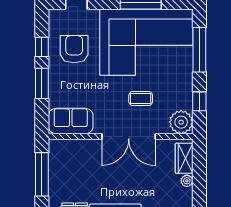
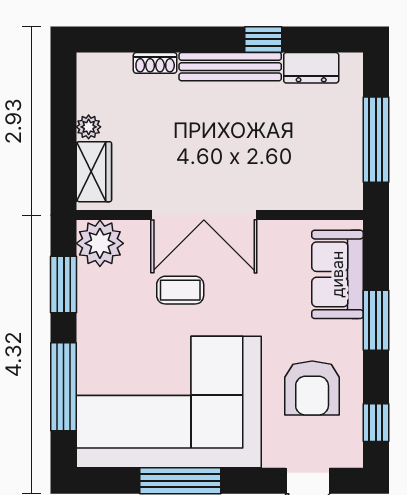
window: (42, 47) -> (376, 423), moved
window: (199, 101) -> (64, 285), width x1.50
sofa: (71, 121) -> (337, 274), moved, turned 90
double door: (129, 136) -> (204, 215), swing flipped

